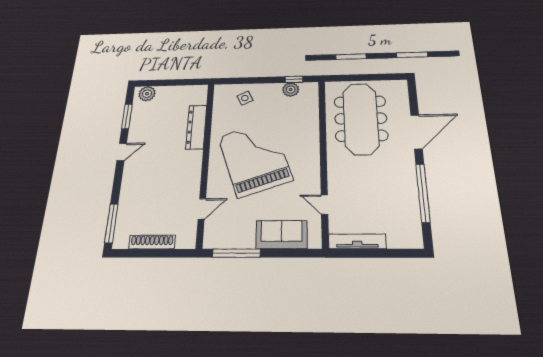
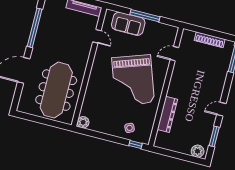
window: (294, 79) -> (135, 144), moved
plant: (291, 90) -> (83, 122), moved
window: (236, 253) -> (145, 16), moved

